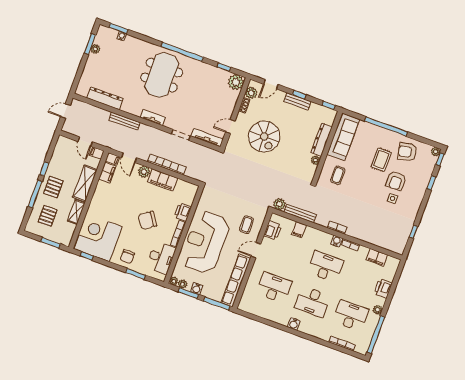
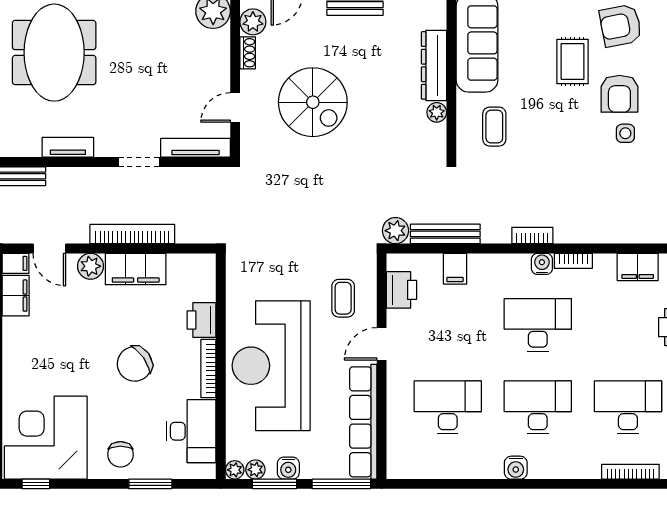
desk: (312, 302) -> (538, 407), turned 180

